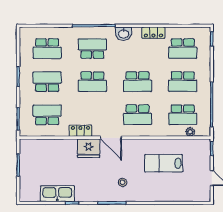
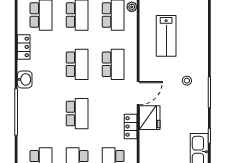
school desk: (92, 49) -> (41, 114), removed

